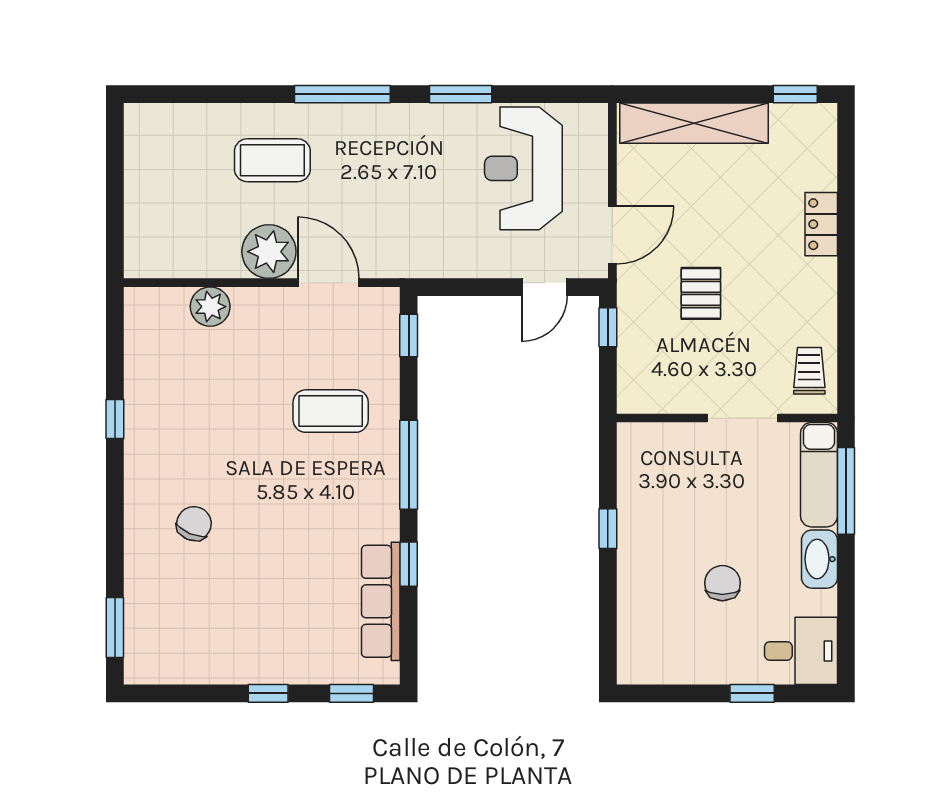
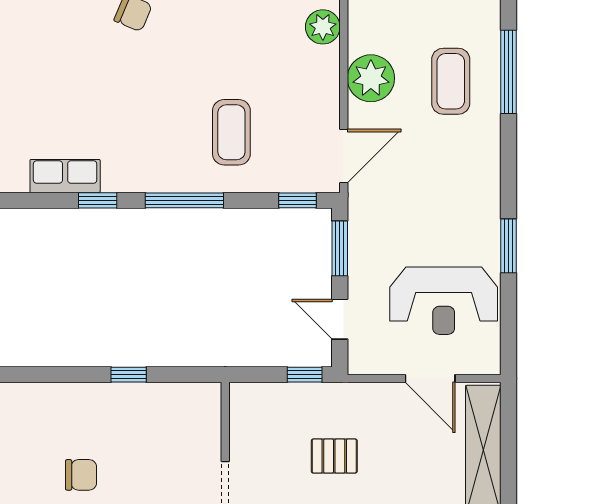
window: (342, 94) -> (509, 72), moved
reception desk: (523, 168) -> (444, 301), turned 180
door: (612, 235) -> (430, 379), moved
door: (328, 283) -> (344, 156), moved
window: (464, 287) -> (340, 248), added
row of seats: (381, 601) -> (65, 176), width x0.68

